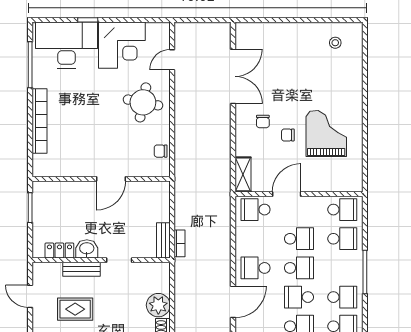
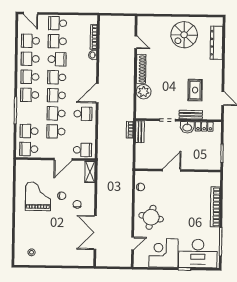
grand piano: (326, 133) -> (38, 196), turned 180
school desk: (299, 297) -> (56, 95), turned 180
rug: (75, 309) -> (195, 90), turned 90

